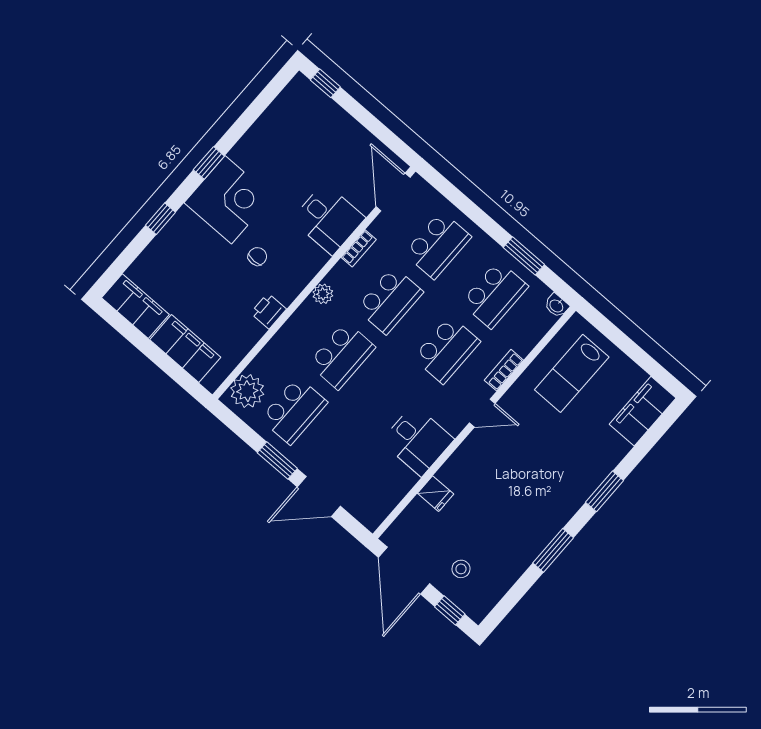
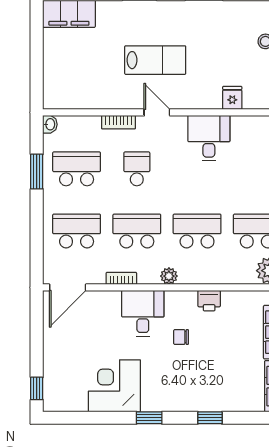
corner desk: (228, 200) -> (114, 386), moved
desk: (328, 219) -> (143, 313), moved
school desk: (447, 350) -> (137, 169), width x0.54
lab bench: (572, 373) -> (155, 60), moved

